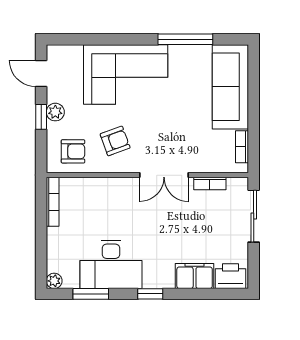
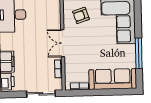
armchair: (115, 141) -> (81, 15), turned 92

